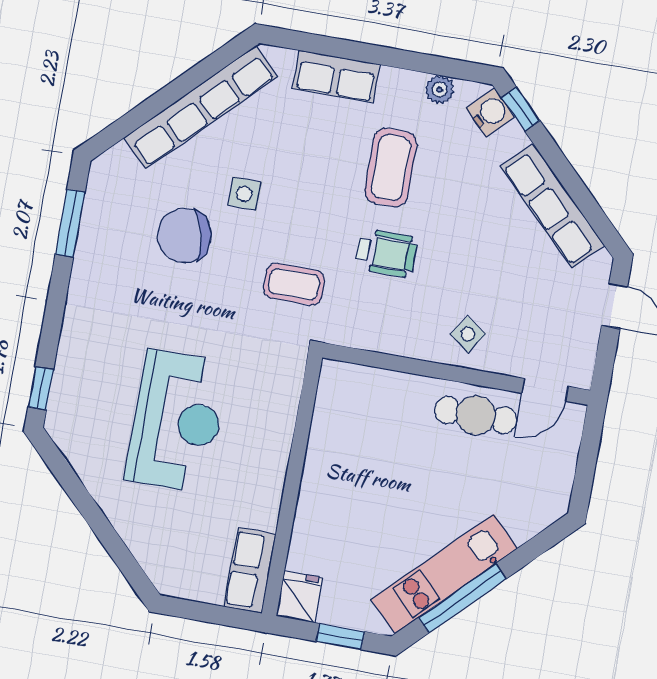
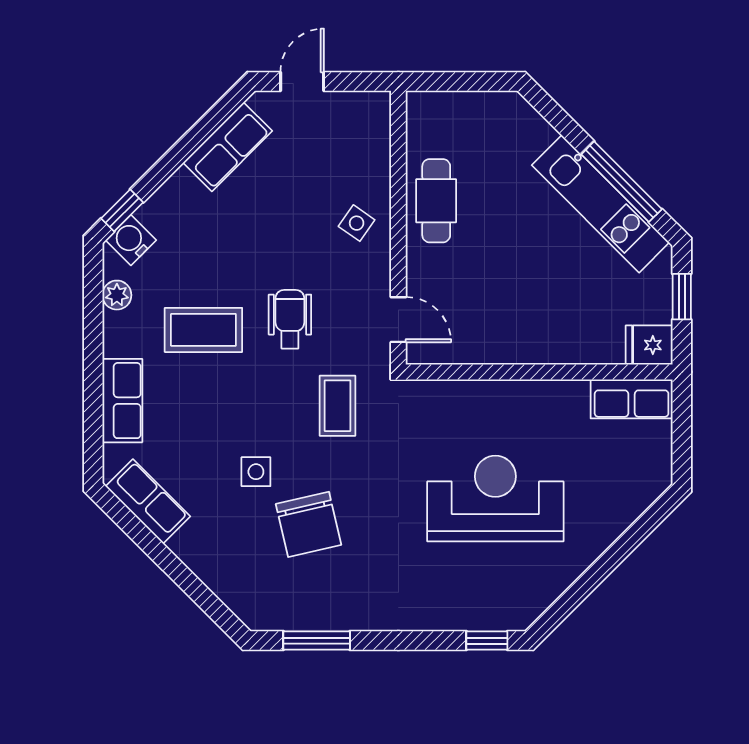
row of seats: (201, 107) -> (148, 501), width x0.50
row of seats: (553, 206) -> (228, 147), width x0.68
door: (545, 390) -> (398, 320), moved

